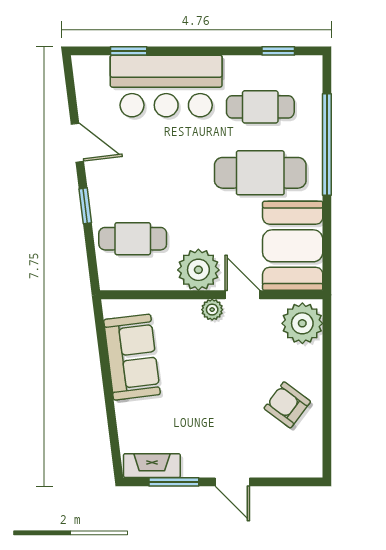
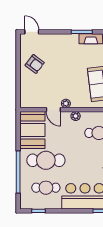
plant: (198, 270) -> (76, 116), width x0.53, depth x0.53
plant: (302, 323) -> (28, 98), removed
door: (232, 482) -> (32, 32), moved

